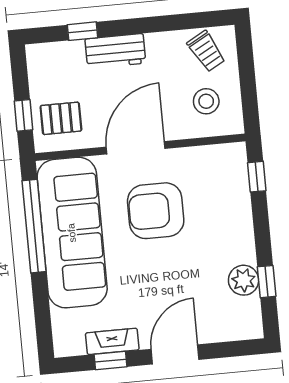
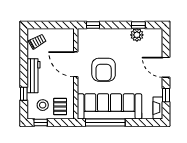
workbench: (115, 51) -> (33, 76), width x1.38
stool: (206, 101) -> (43, 105), moved
window: (23, 115) -> (41, 122), moved
door: (136, 148) -> (76, 64), moved
fireplace: (112, 341) -> (158, 108), moved

